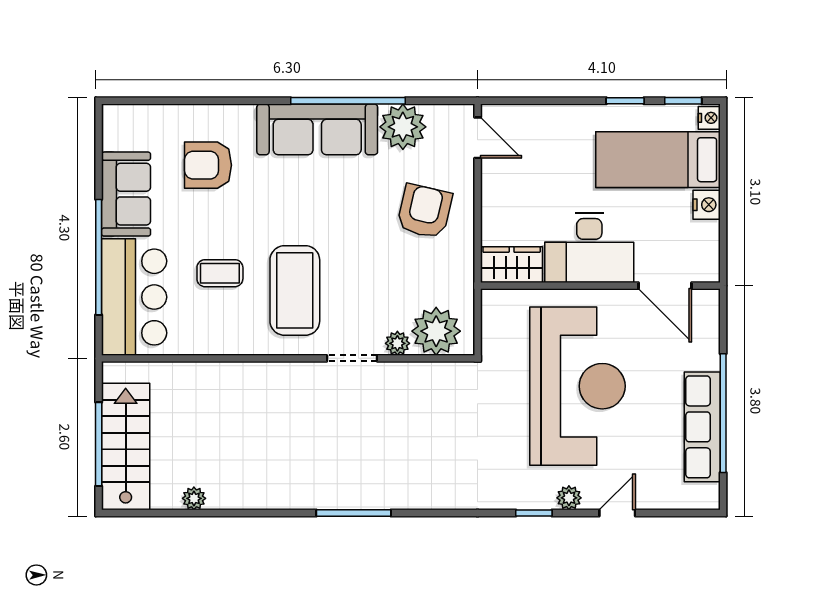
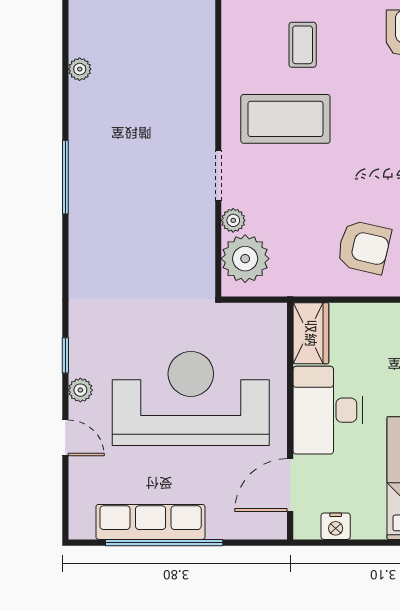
nightstand: (707, 205) -> (336, 526), moved
reception desk: (577, 386) -> (191, 398), turned 180
plant: (194, 498) -> (80, 69), moved

